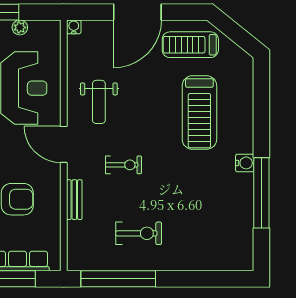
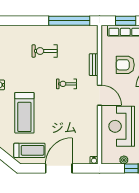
weight bench: (99, 102) -> (80, 119), removed
treadmill: (199, 113) -> (24, 113), turned 180
exercise bike: (139, 233) -> (45, 51), moved

